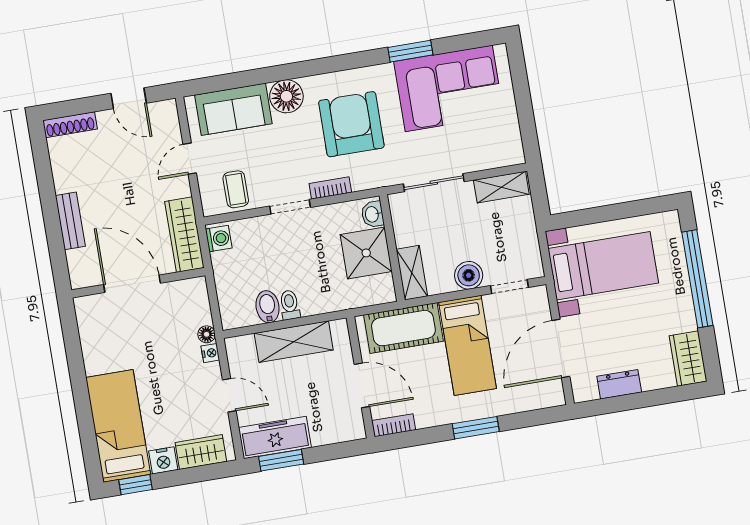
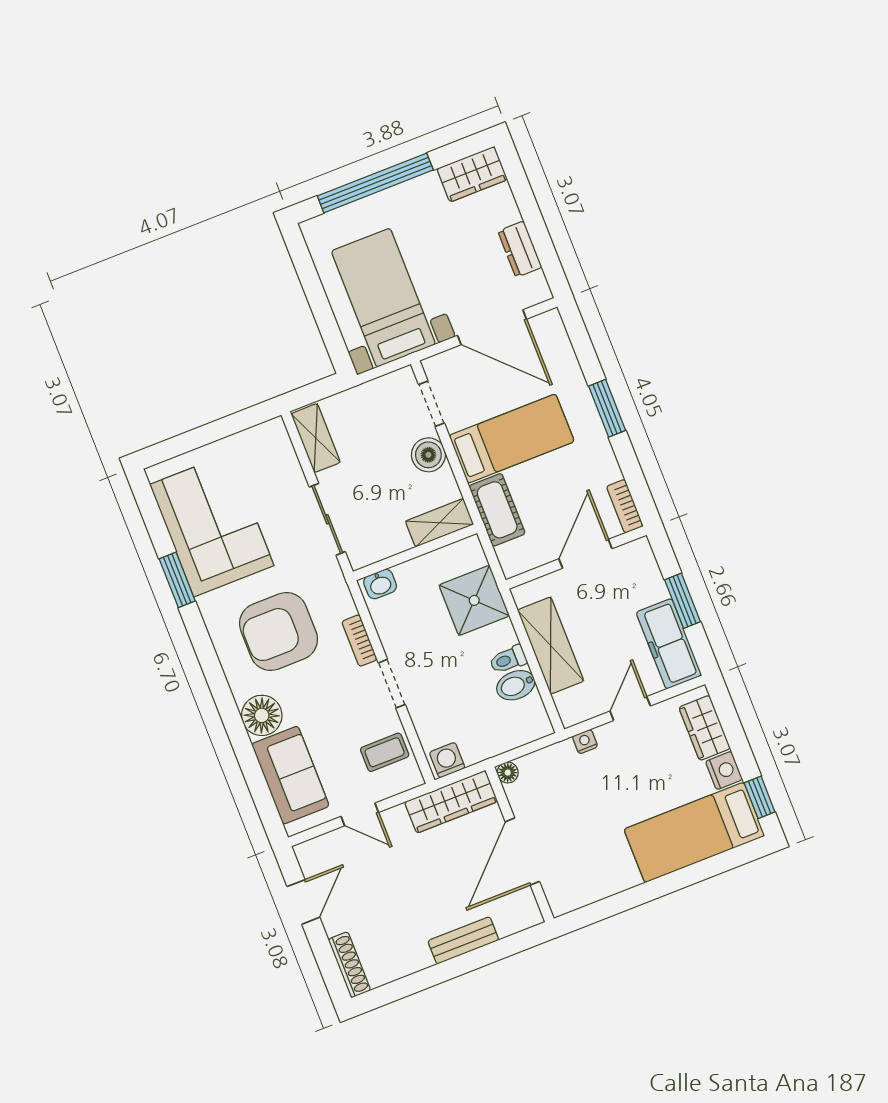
shower: (366, 253) -> (474, 600), moved
cot: (403, 328) -> (497, 510), width x0.73, depth x0.75
floor lamp: (207, 334) -> (508, 773), moved
window: (281, 460) -> (682, 601), moved

